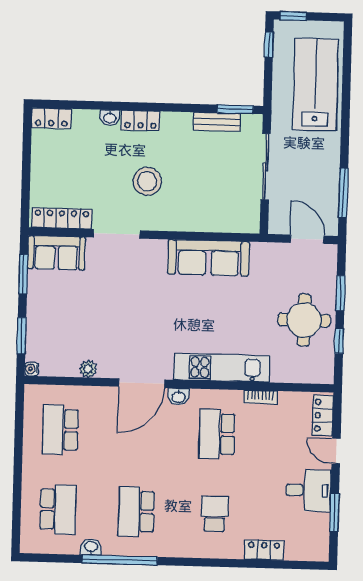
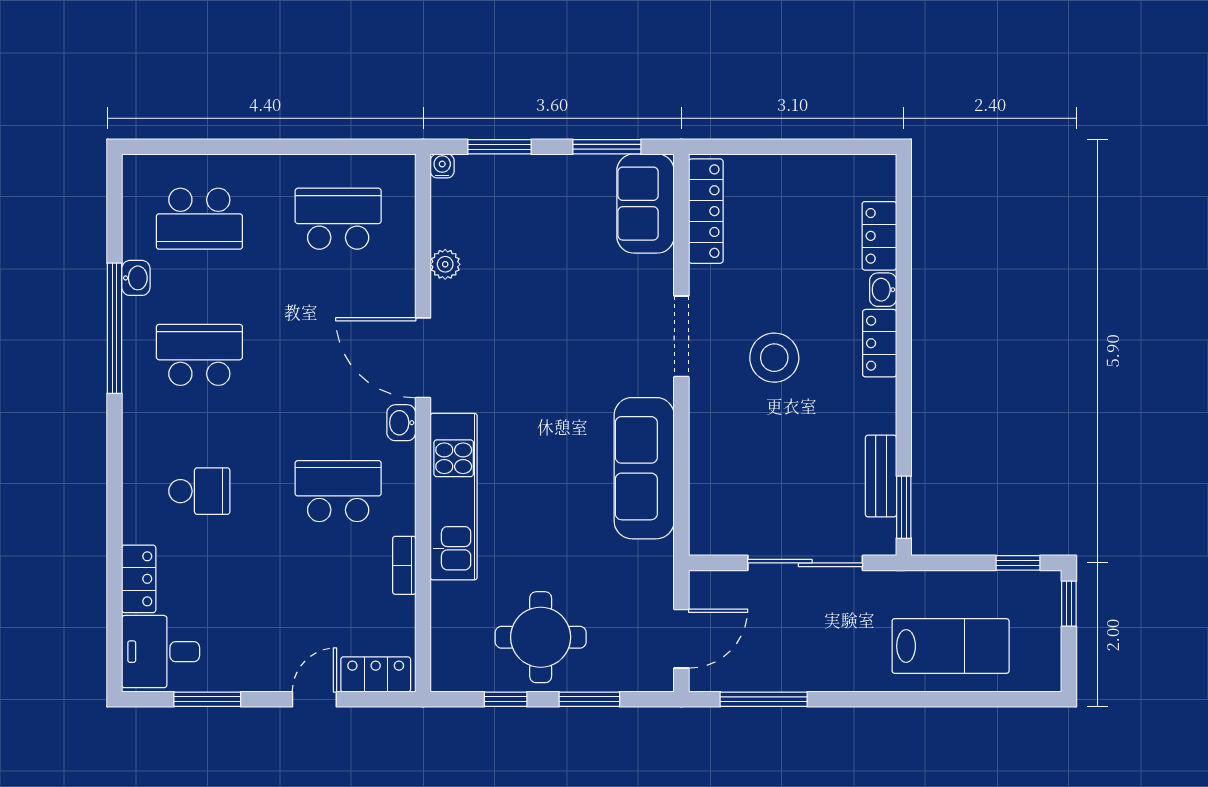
lab bench: (316, 85) -> (951, 646), width x0.73, depth x0.72
locker: (51, 118) -> (879, 236), moved
doorway: (117, 234) -> (681, 336), moved
desk: (308, 490) -> (161, 652), moved, turned 90

